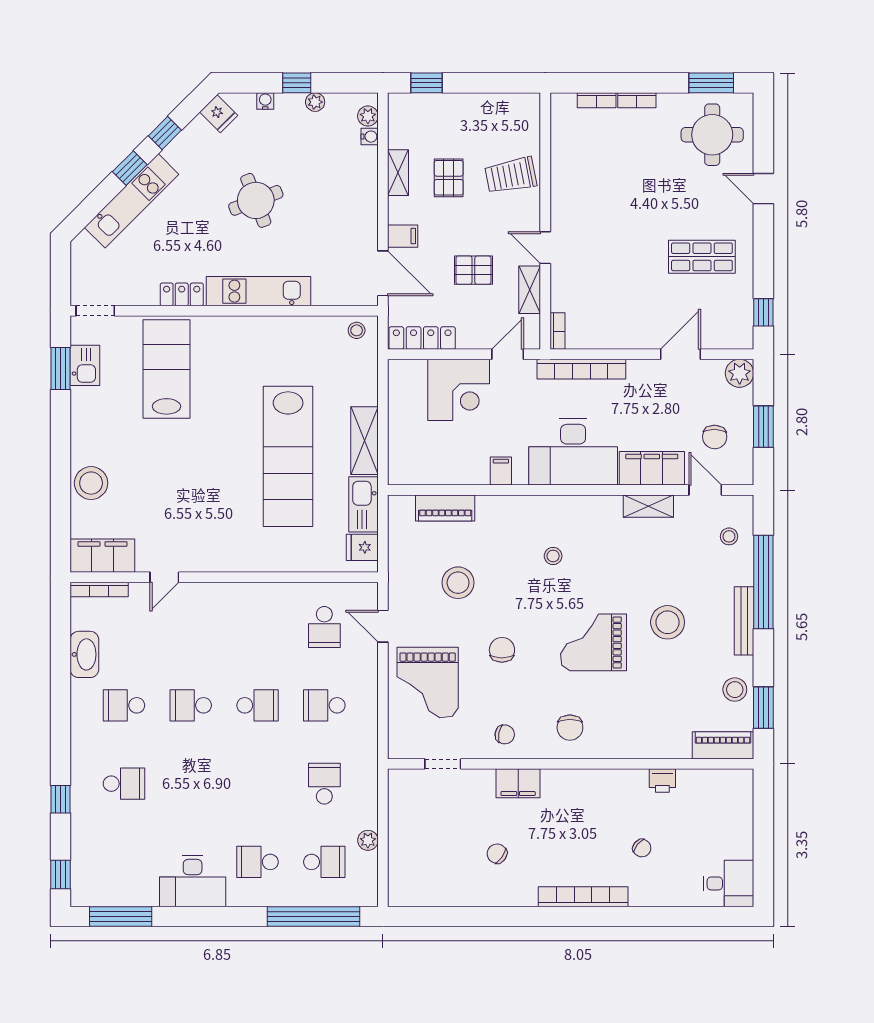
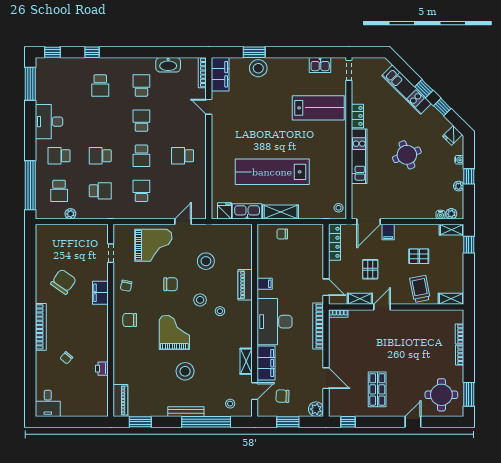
shelving: (530, 116) -> (451, 299), added
shelving: (398, 173) -> (452, 230), moved
window: (61, 368) -> (254, 52), moved
corner desk: (459, 390) -> (307, 262), removed
chair: (406, 438) -> (282, 234), added
piano: (445, 508) -> (245, 285), moved
school desk: (324, 627) -> (183, 156), moved
grand piano: (428, 683) -> (153, 245), turned 180
stool: (735, 690) -> (200, 300), moved
school desk: (258, 784) -> (100, 156), added
chair: (497, 854) -> (63, 282), width x1.87, depth x1.87
school desk: (258, 862) -> (59, 156), turned -90

